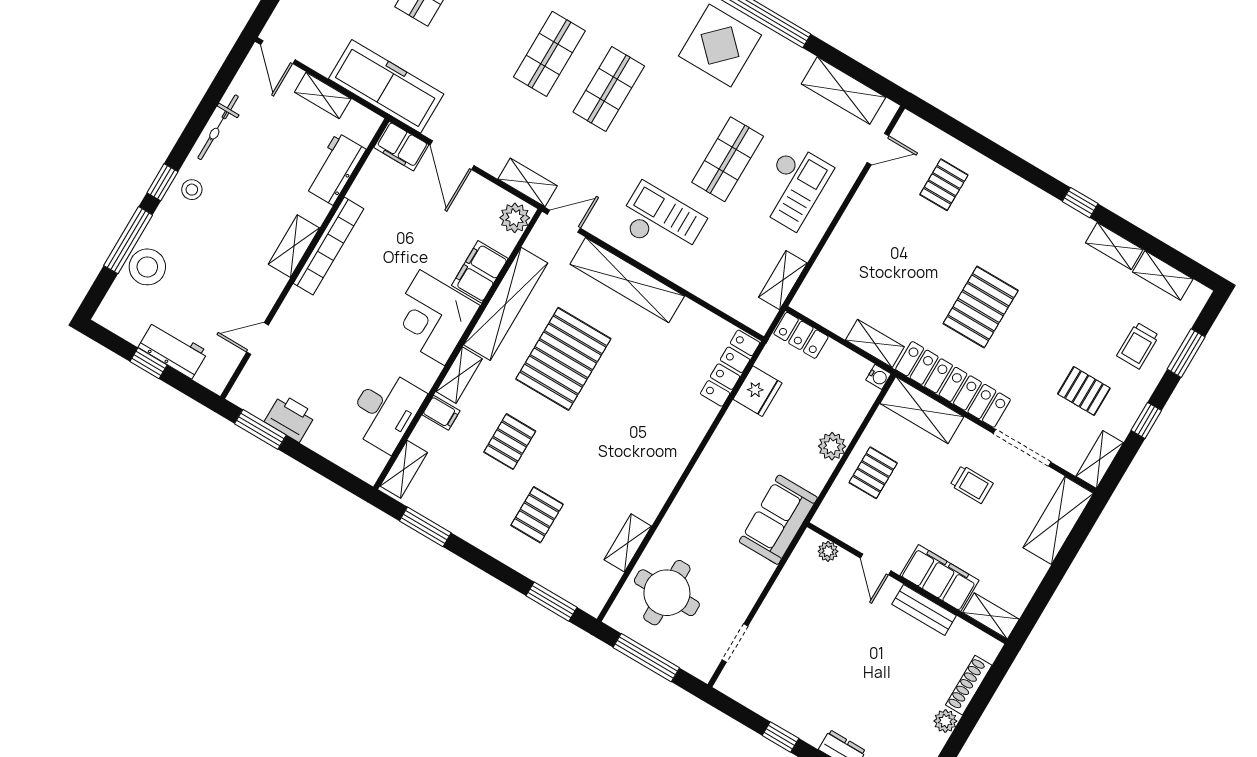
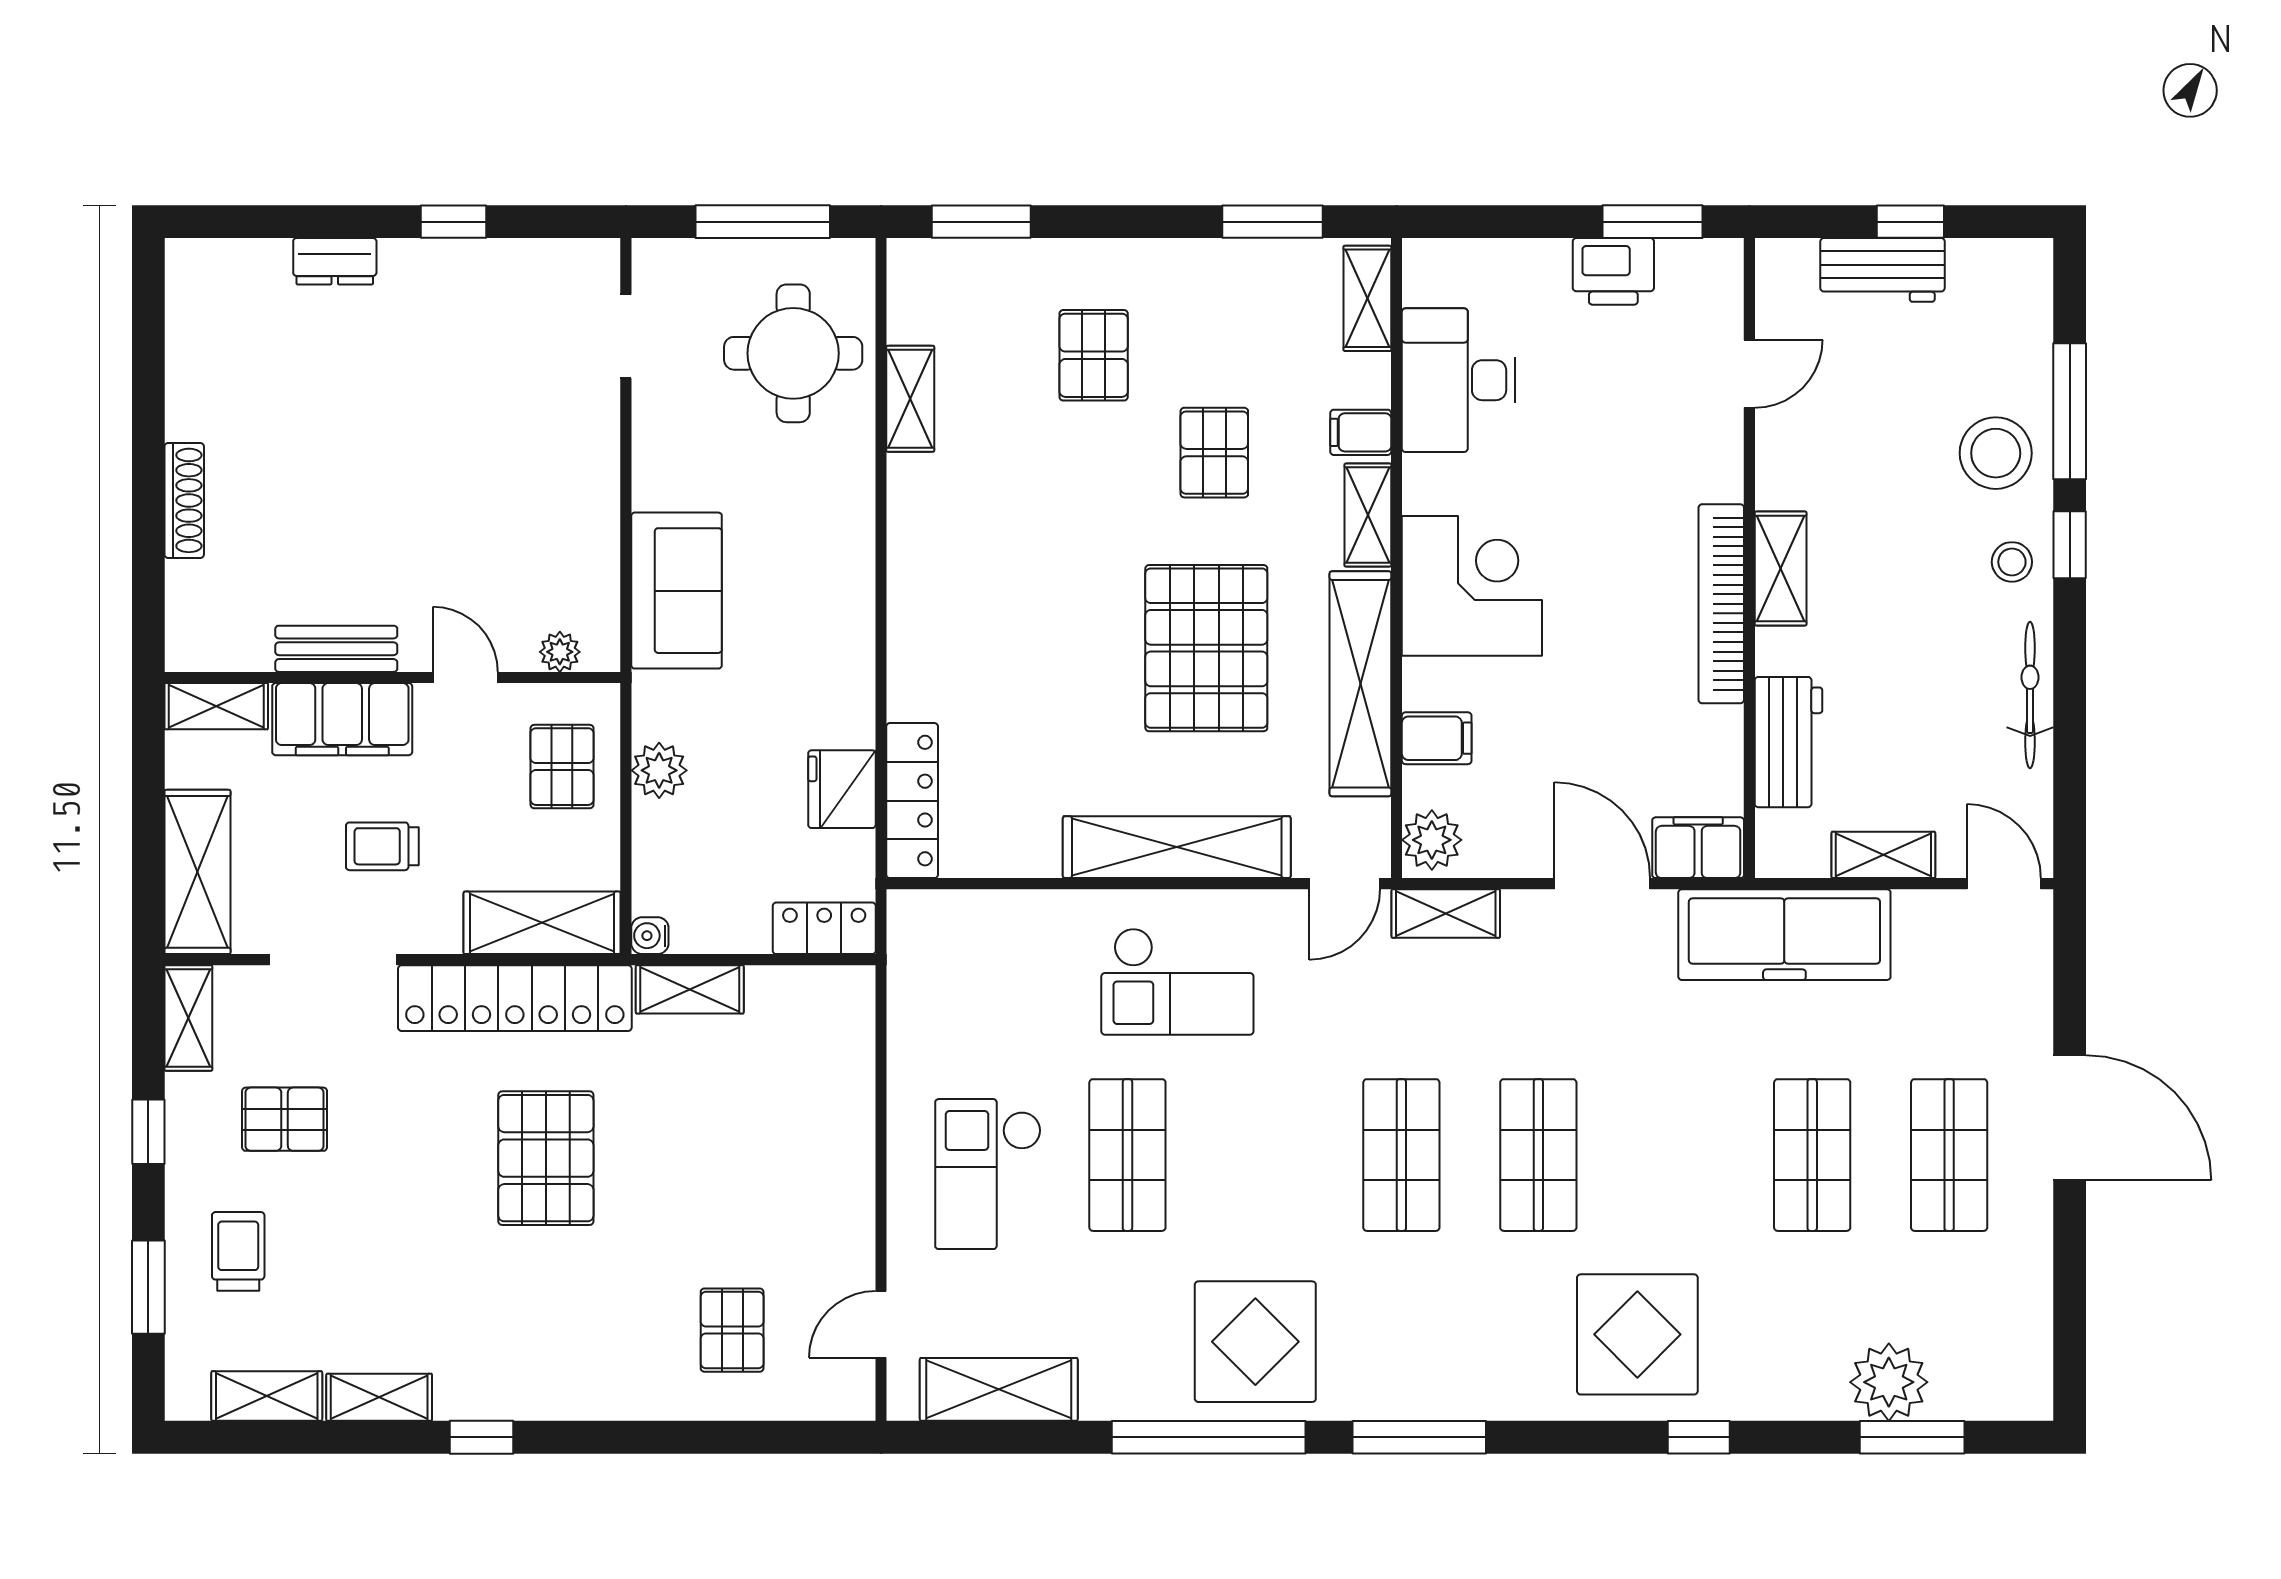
stool: (147, 267) -> (1996, 453), moved
filing cabinet: (480, 272) -> (1437, 738), width x0.50
shelving: (783, 280) -> (911, 1005), removed
plant: (828, 551) -> (560, 652), moved
door: (876, 564) -> (465, 677), moved
filing cabinet: (940, 578) -> (342, 719), moved
wall: (907, 583) -> (393, 677), moved
bench: (924, 610) -> (336, 649), moved
shelving: (991, 616) -> (216, 706), moved
plant: (945, 721) -> (188, 415), removed

